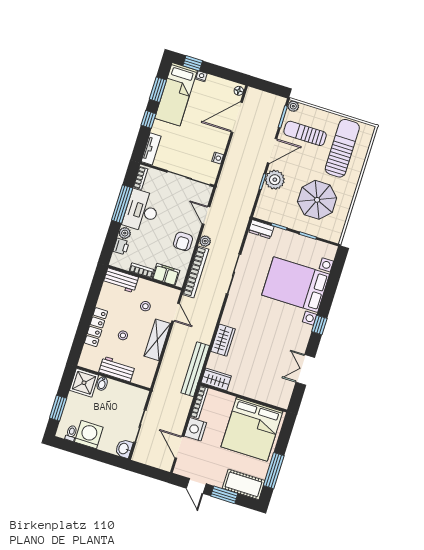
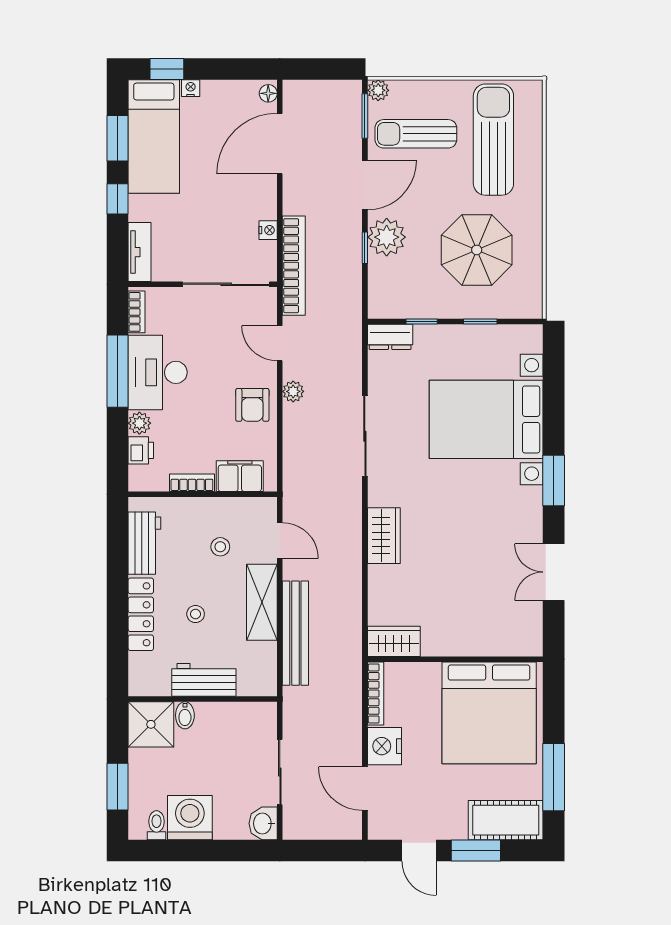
bookcase: (196, 272) -> (294, 266), moved
workbench: (121, 280) -> (144, 543), moved, turned -90
window: (319, 325) -> (554, 481), width x1.50
wardrobe: (223, 340) -> (384, 536), moved
bench: (195, 369) -> (295, 633), moved

